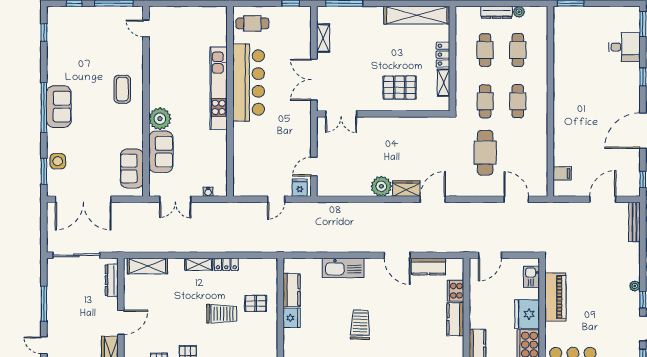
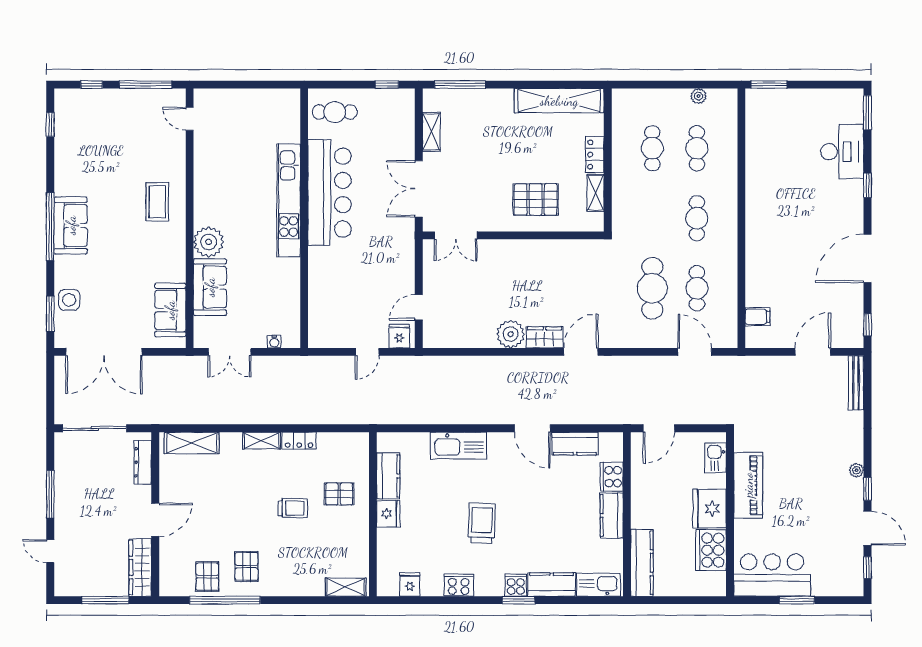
dresser: (497, 12) -> (668, 97), removed
desk: (624, 47) -> (842, 152), width x1.37
cafe table: (485, 101) -> (697, 288), moved
trolley: (222, 314) -> (293, 508), width x0.73, depth x0.72

